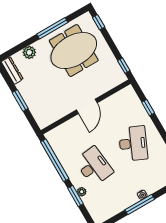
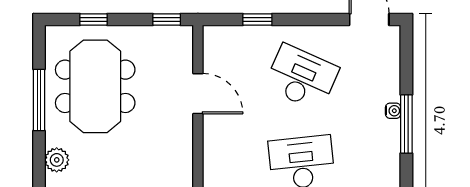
window: (99, 22) -> (93, 20), moved
door: (87, 106) -> (198, 94), moved

